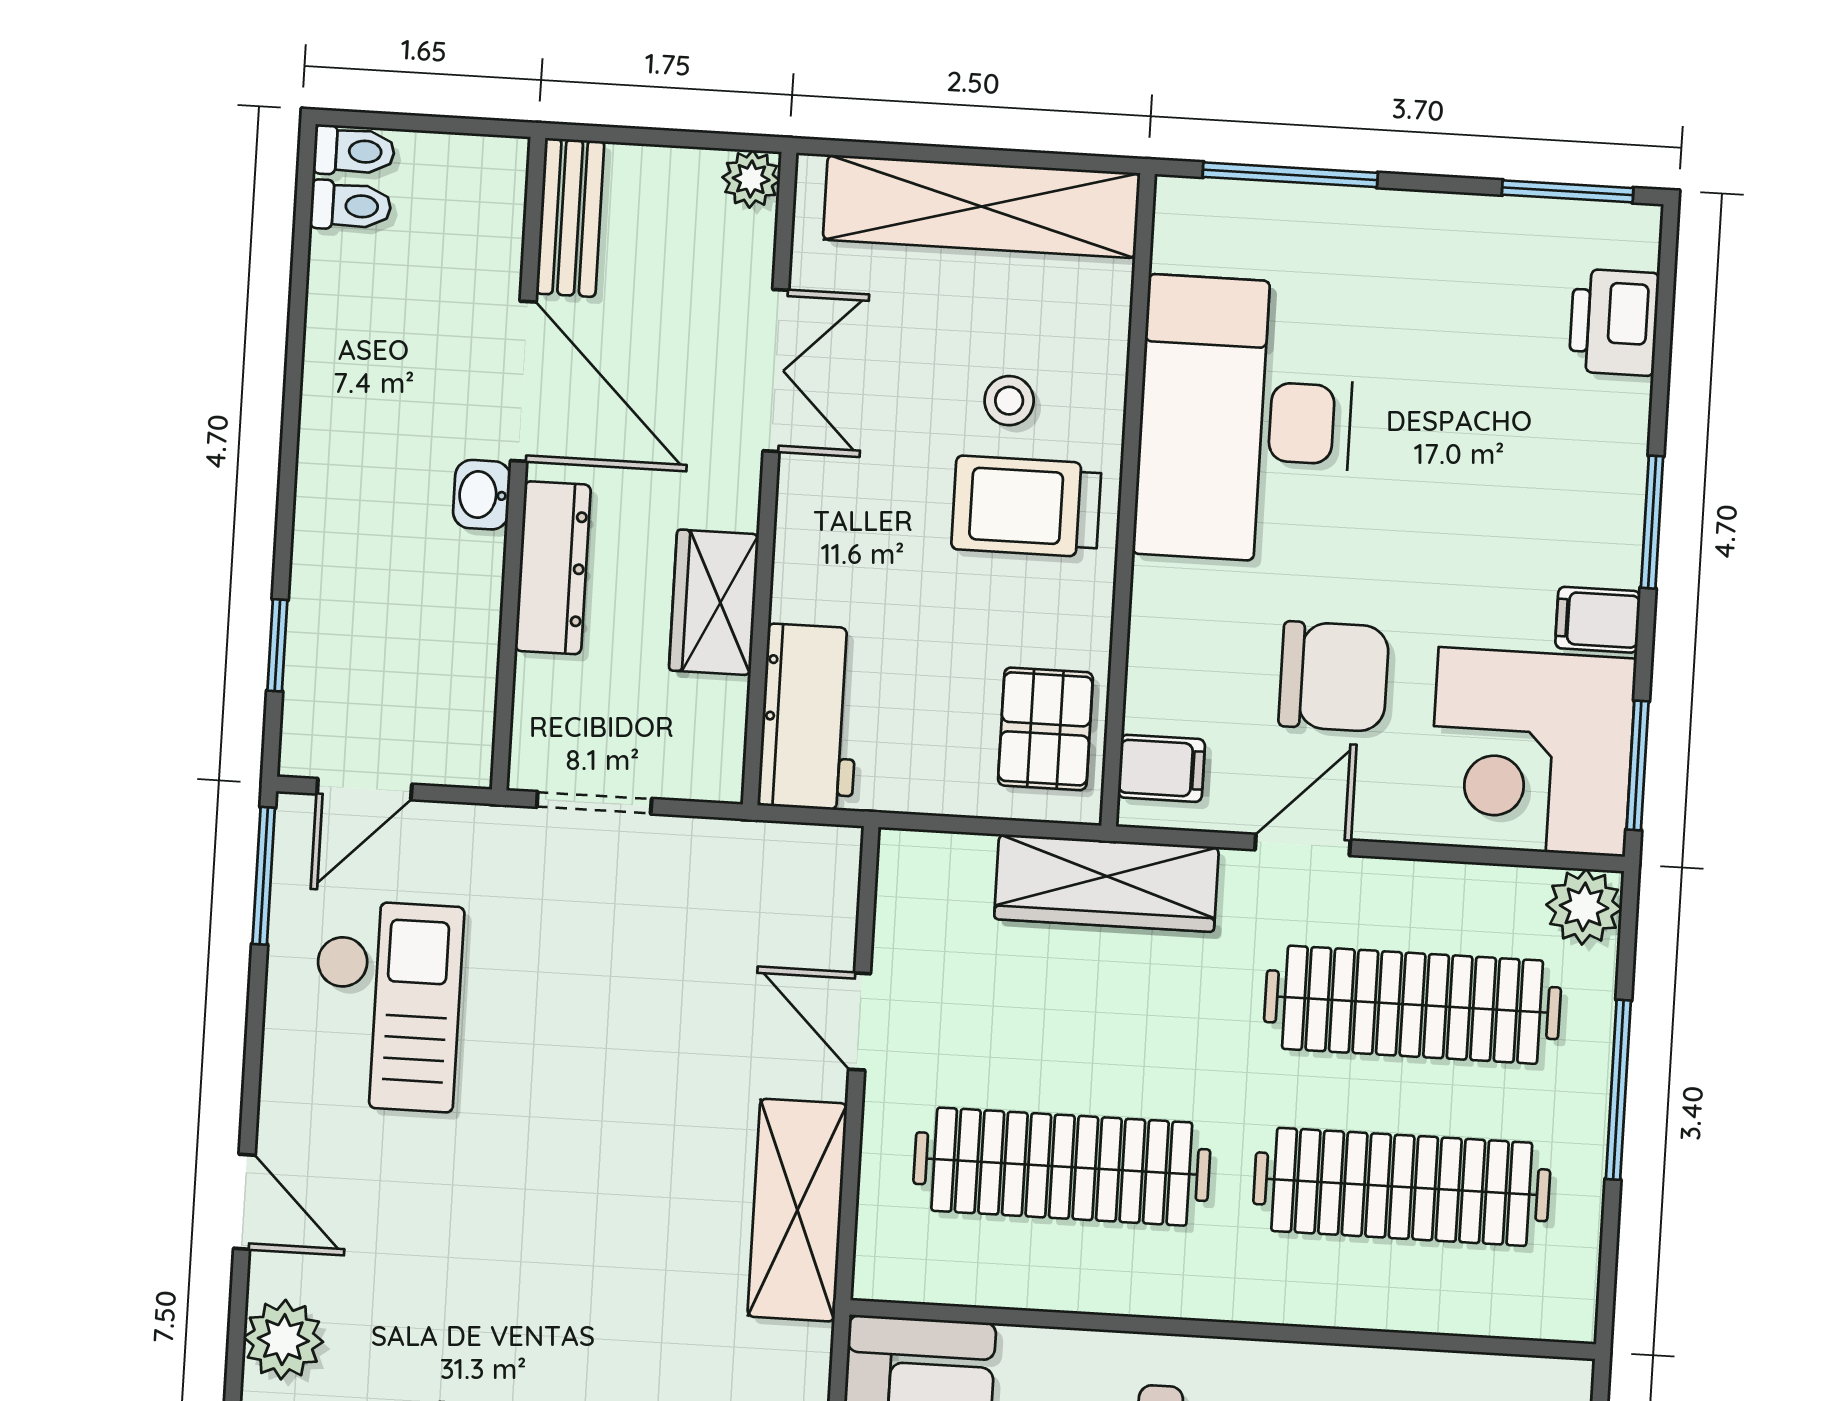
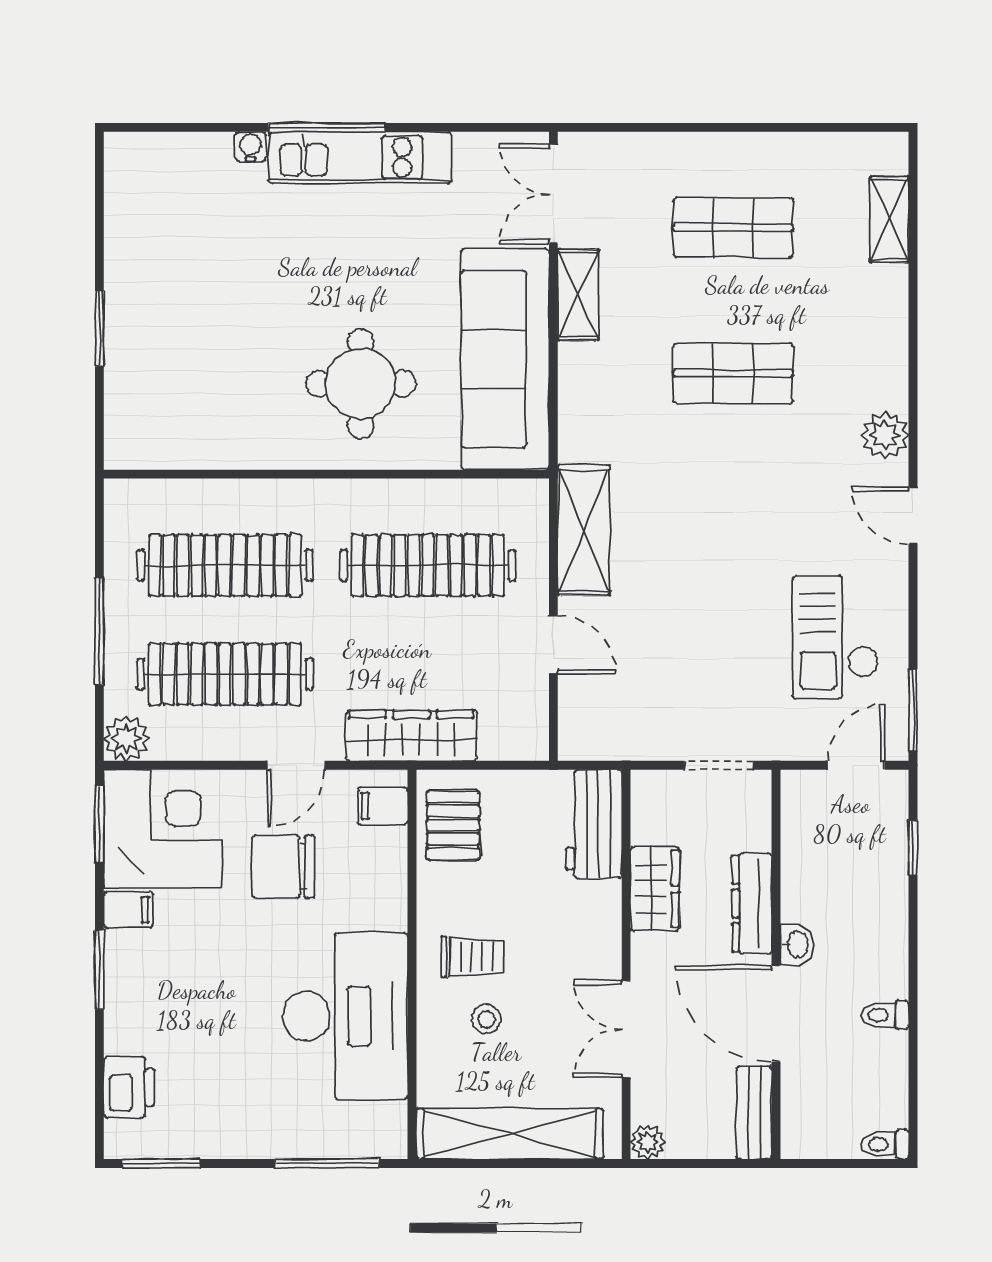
toilet: (351, 206) -> (885, 1015), moved
trolley: (1026, 506) -> (472, 957), width x0.73, depth x0.72

